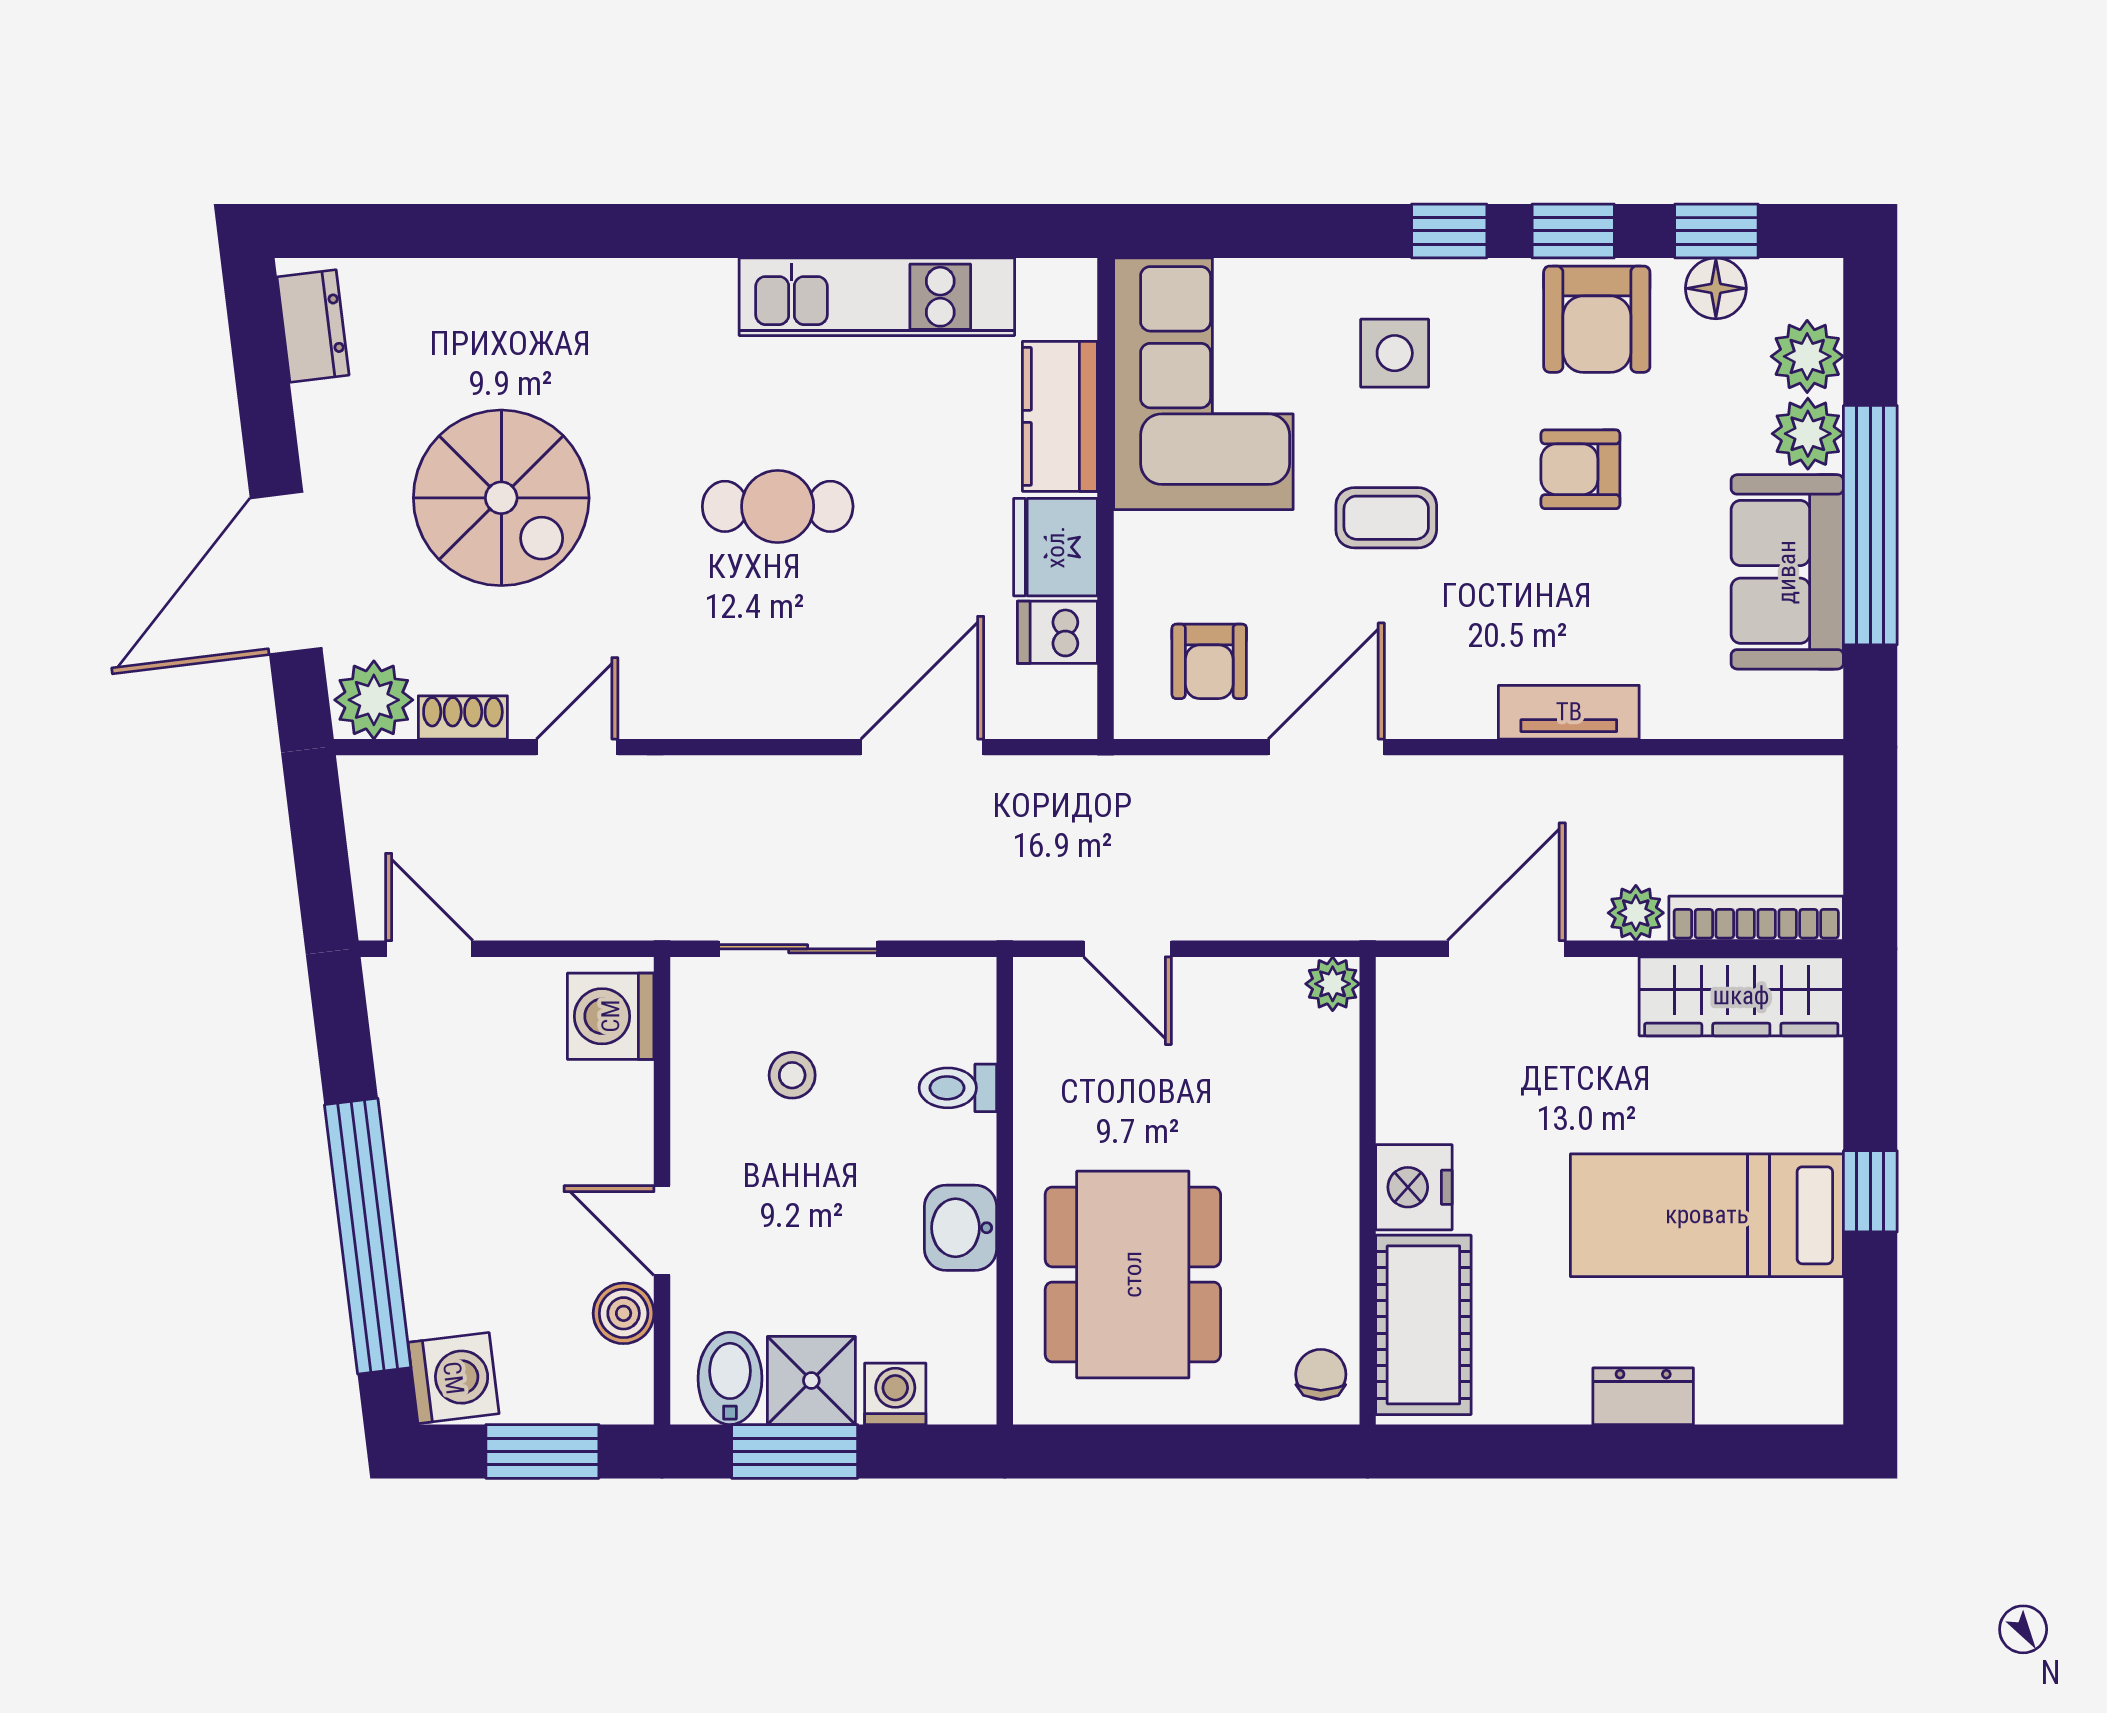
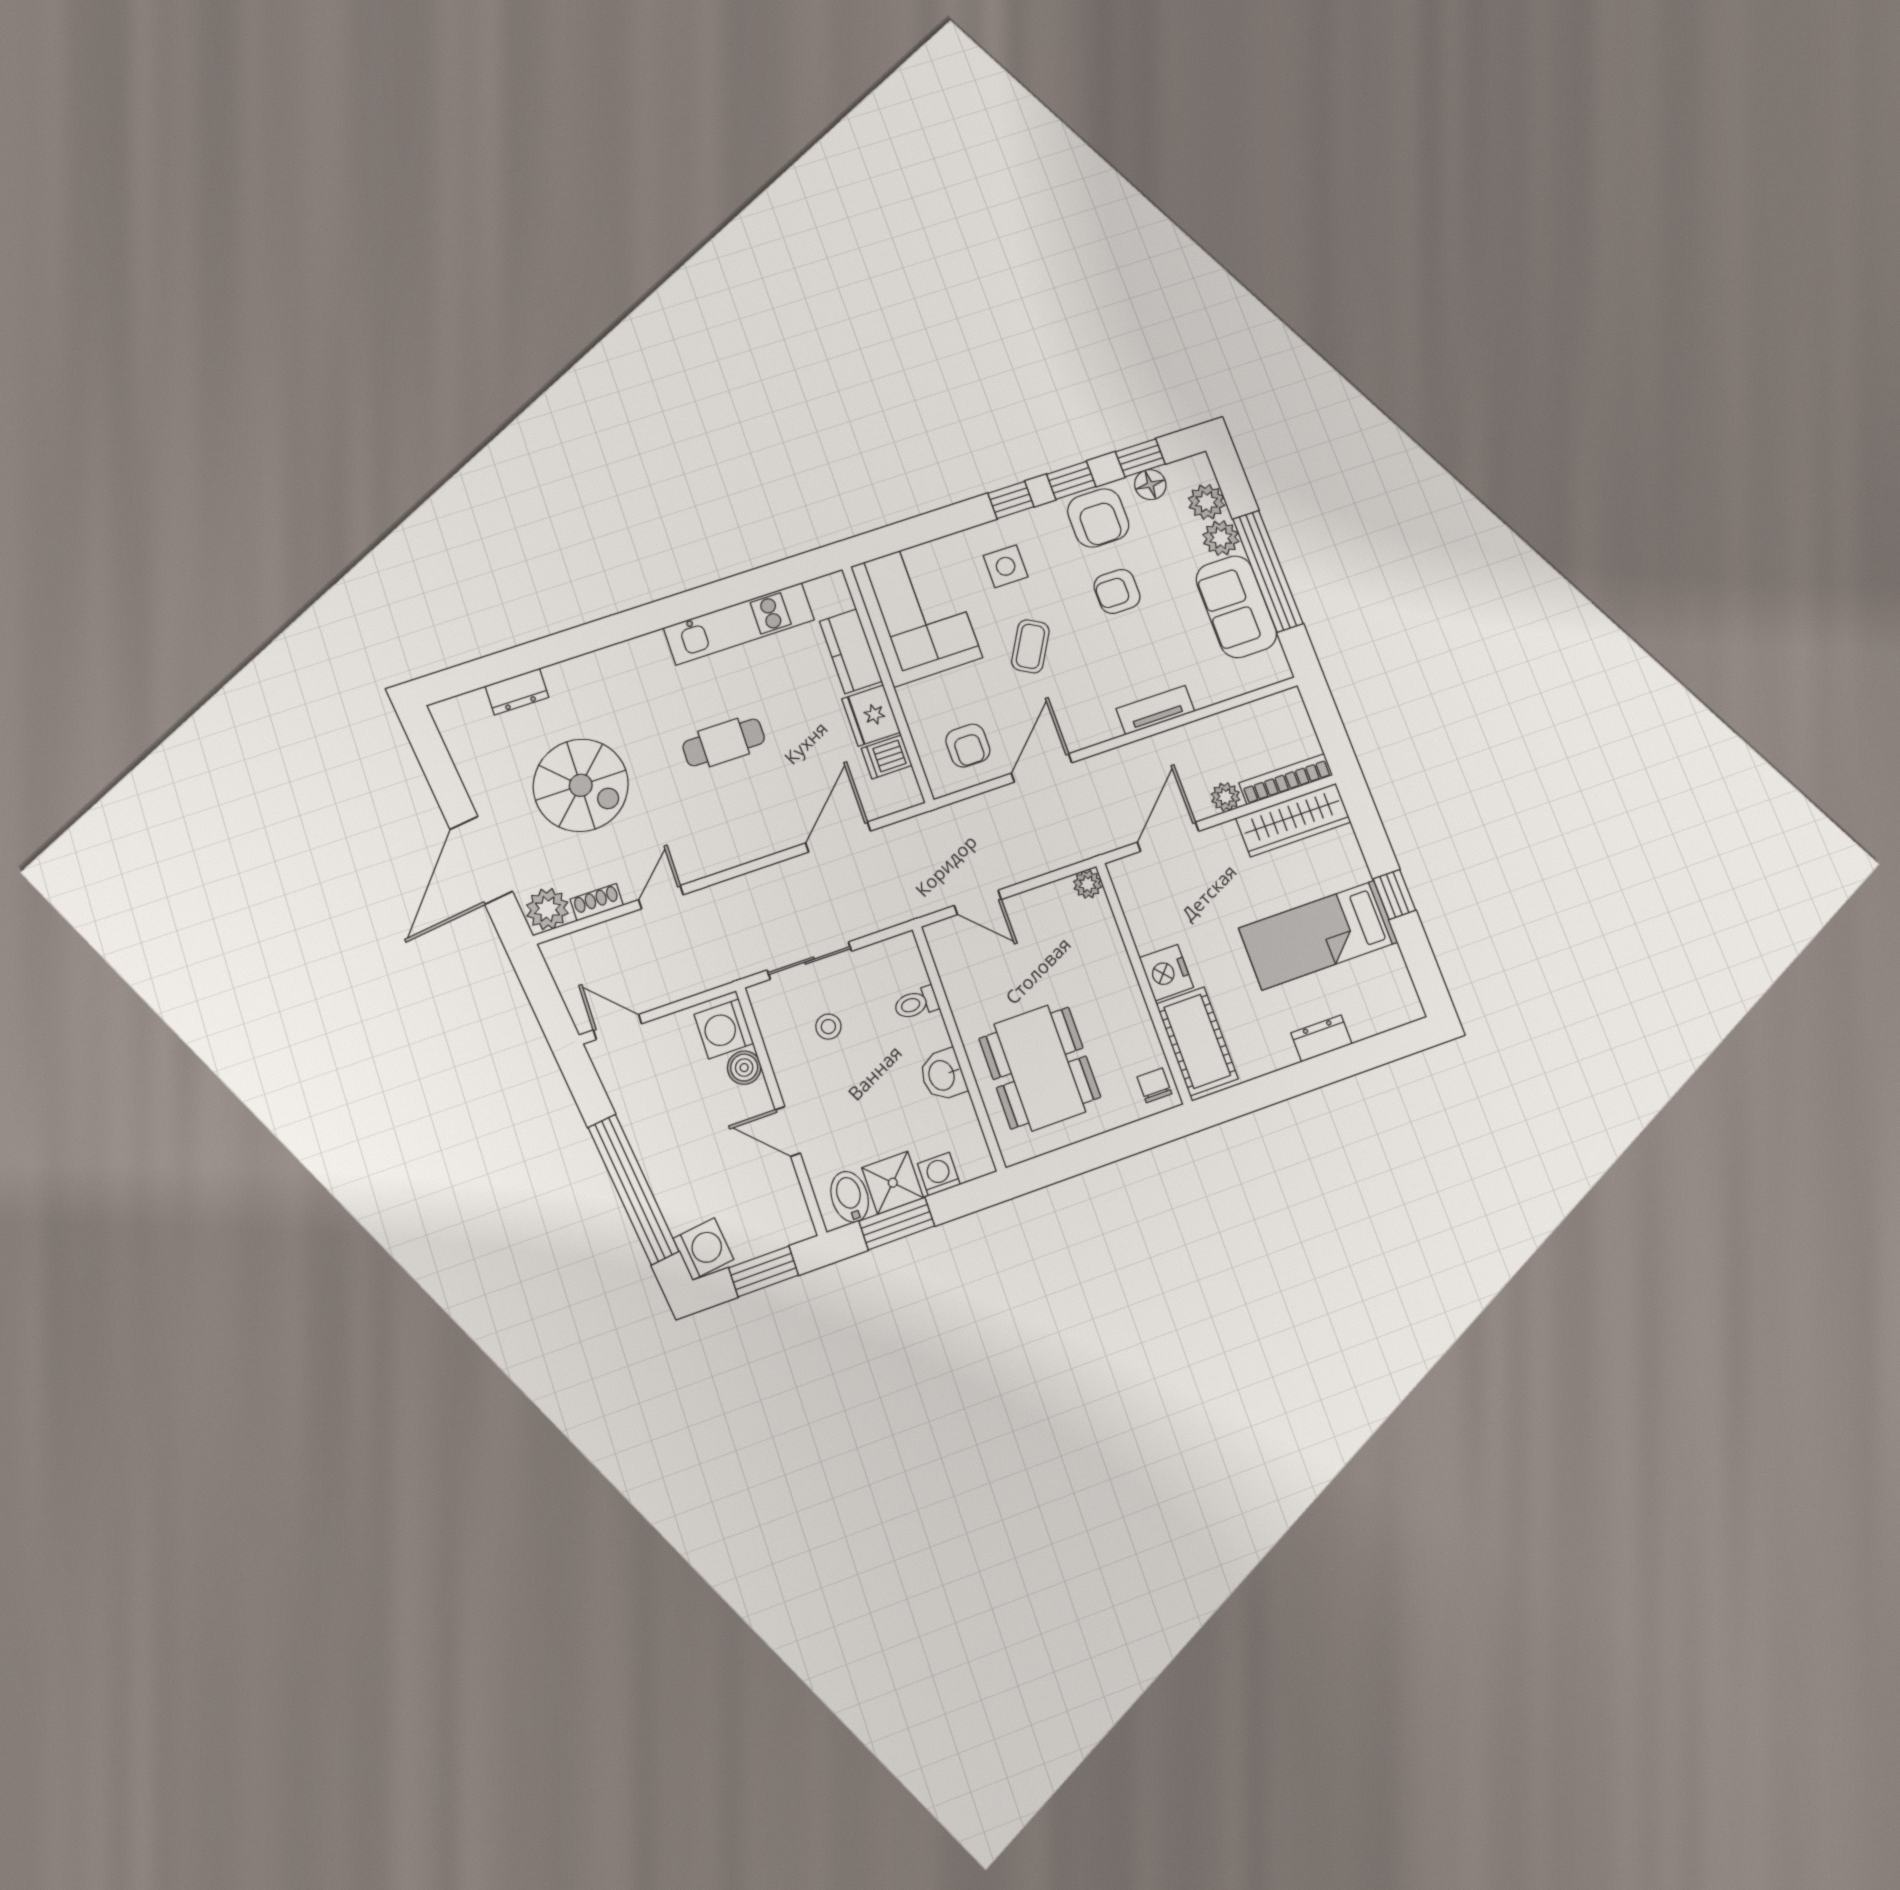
dresser: (313, 326) -> (517, 692), moved, turned 97
coffee table: (1386, 518) -> (1030, 646), turned -60
boiler: (624, 1313) -> (744, 1068), moved

